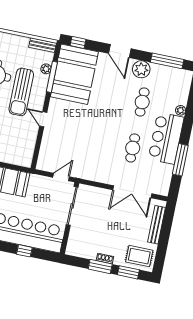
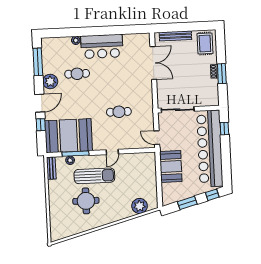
window: (78, 42) -> (41, 125), moved
cafe table: (133, 148) -> (119, 112), moved
window: (180, 160) -> (117, 30), removed
door: (61, 177) -> (157, 138), moved
window: (24, 251) -> (224, 129), moved
window: (128, 272) -> (221, 49), removed

